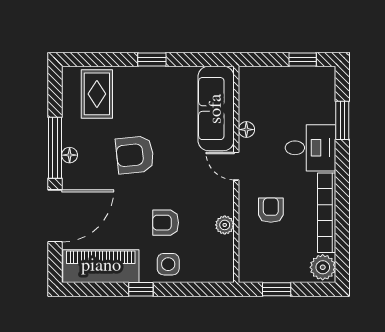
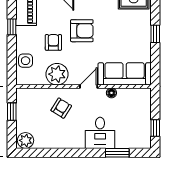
armchair: (135, 155) -> (82, 31), moved, turned 96
armchair: (271, 210) -> (61, 108), turned -58
bookcase: (327, 213) -> (60, 143), removed
plant: (225, 225) -> (57, 74), width x1.88, depth x1.88
side table: (168, 264) -> (26, 61), moved

